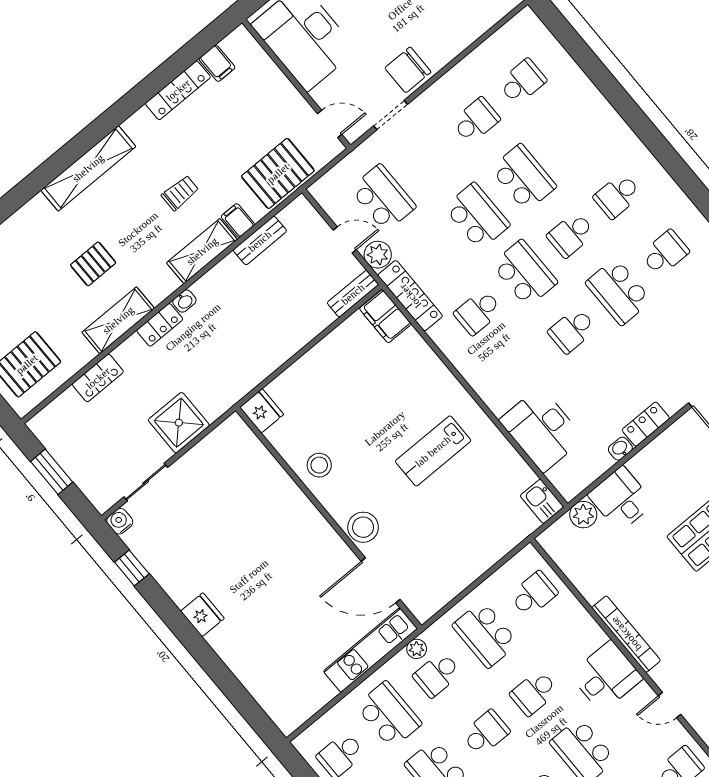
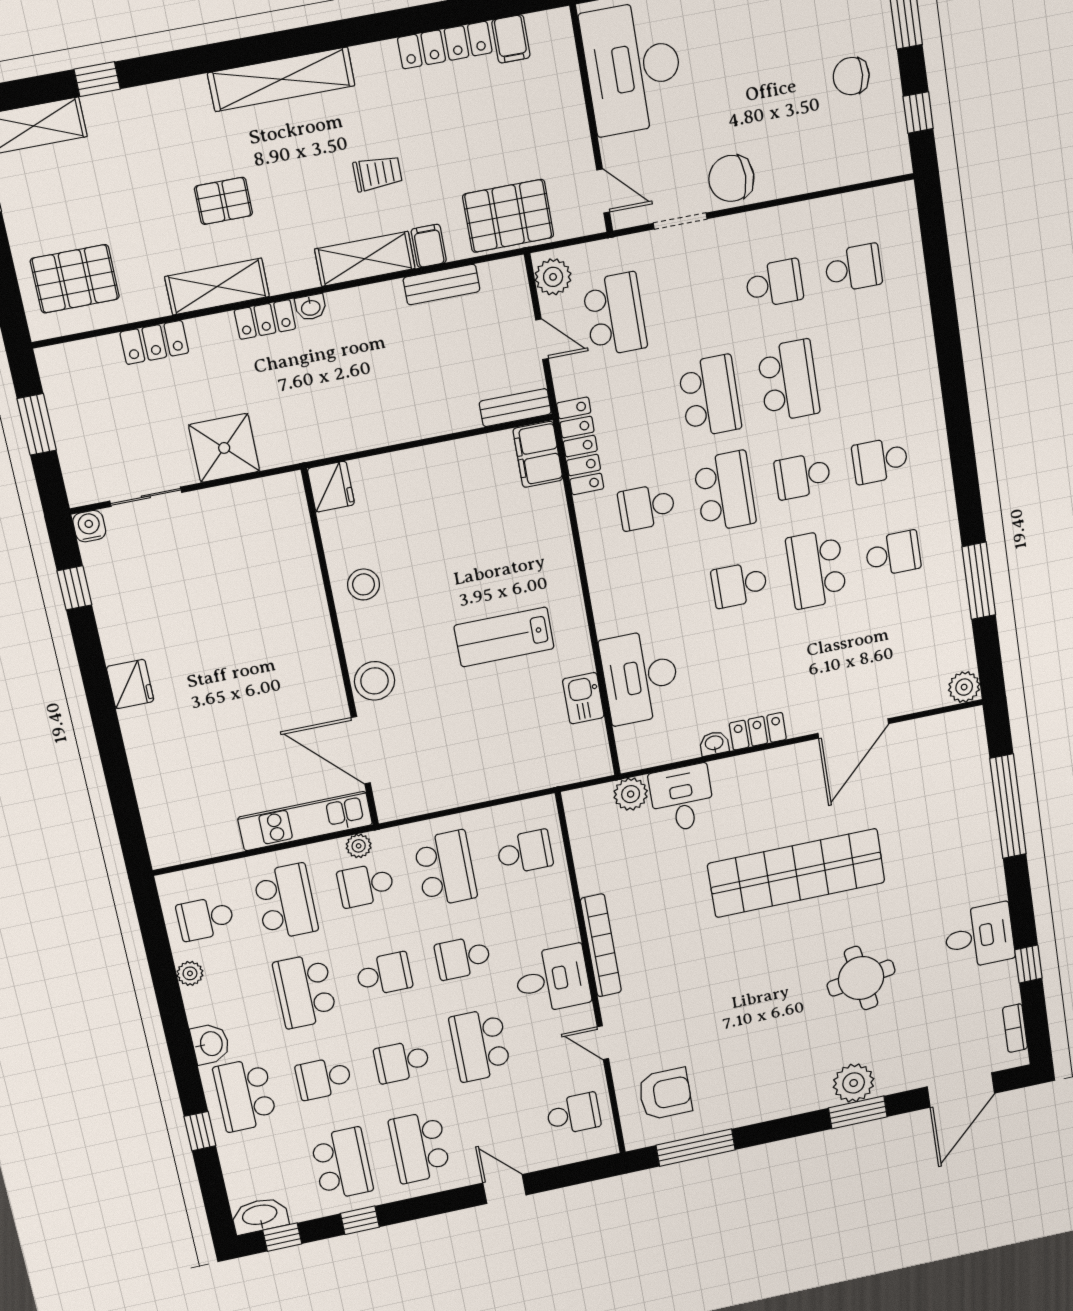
plant: (378, 255) -> (553, 277), moved
kitchen sink: (542, 501) -> (583, 698), moved
school desk: (485, 634) -> (445, 869), turned 180

